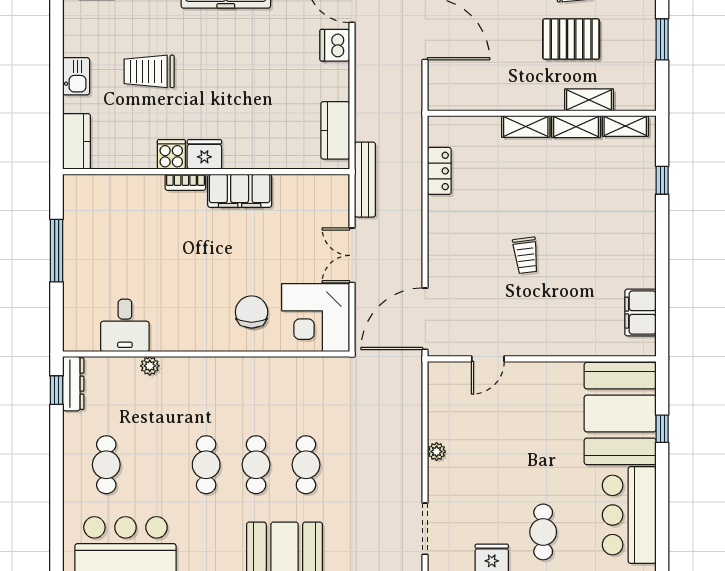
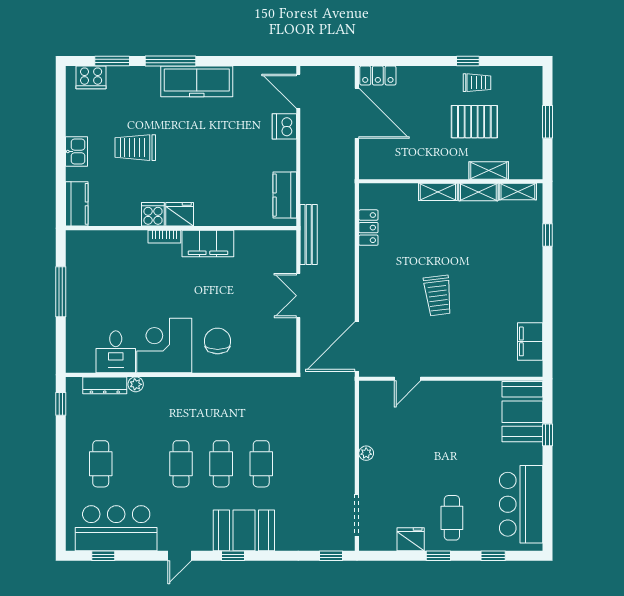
trolley: (526, 255) -> (438, 295), width x1.36, depth x1.39
corner desk: (316, 318) -> (164, 345), moved, turned 90
dresser: (73, 384) -> (105, 385), moved, turned 90
booth: (620, 414) -> (522, 412), width x0.73, depth x0.70

